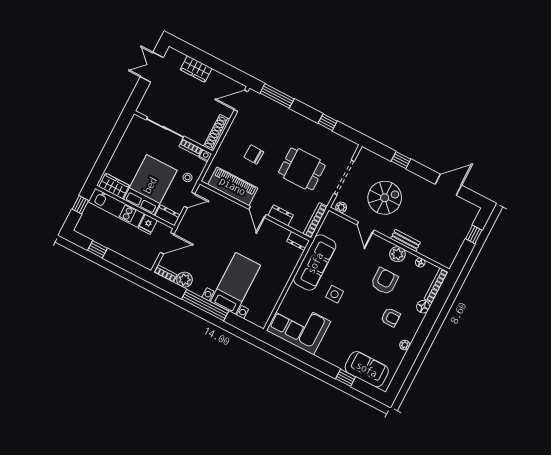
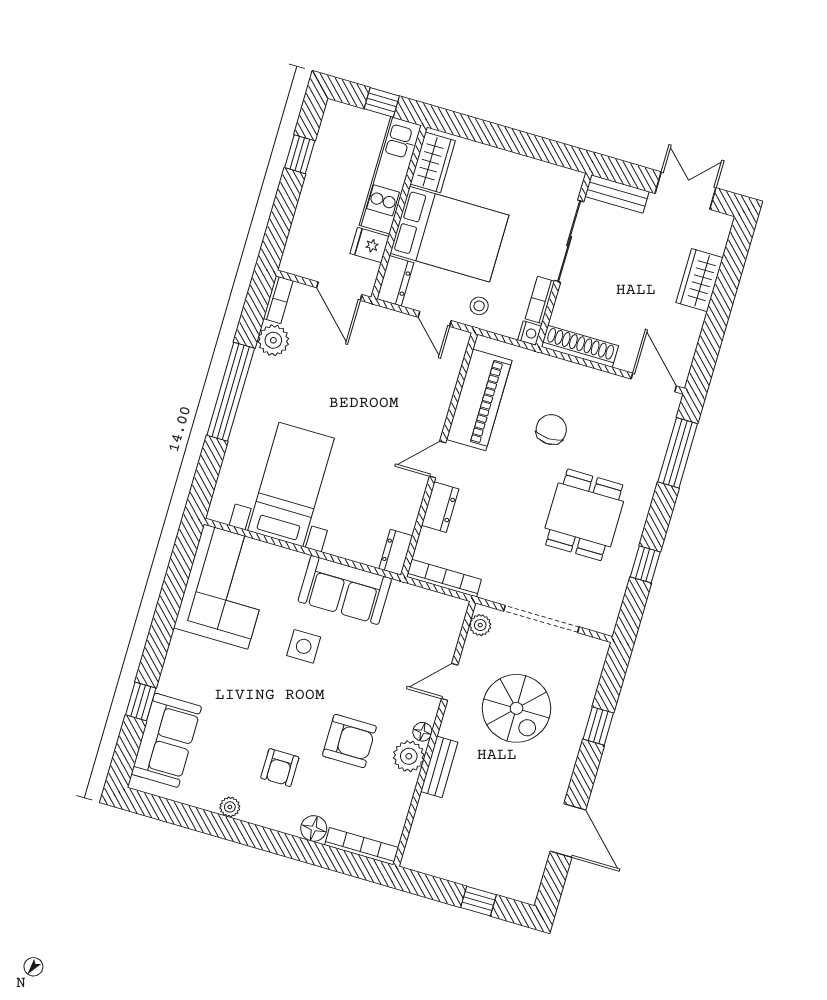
bench: (147, 100) -> (617, 194), added
dining table: (302, 169) -> (584, 515), moved
floor lamp: (420, 262) -> (422, 732), moved
sofa: (315, 263) -> (345, 590), width x0.73
bed with nightstands: (235, 283) -> (291, 484), moved, turned -90

